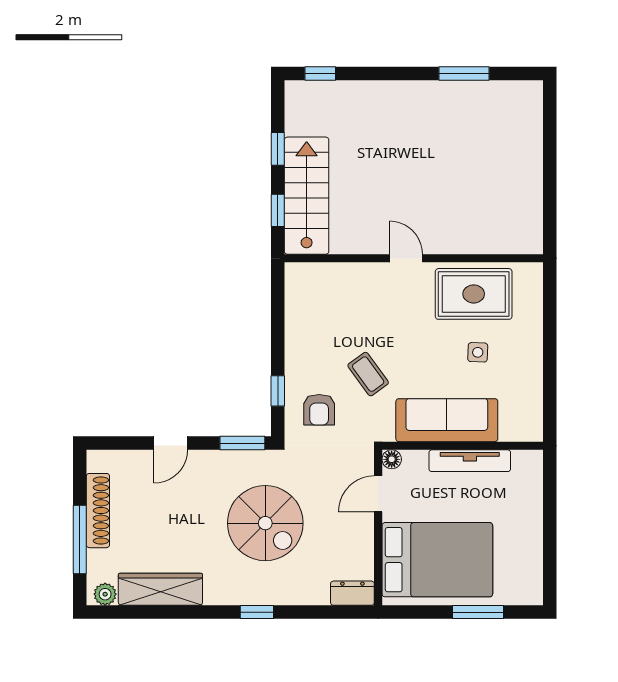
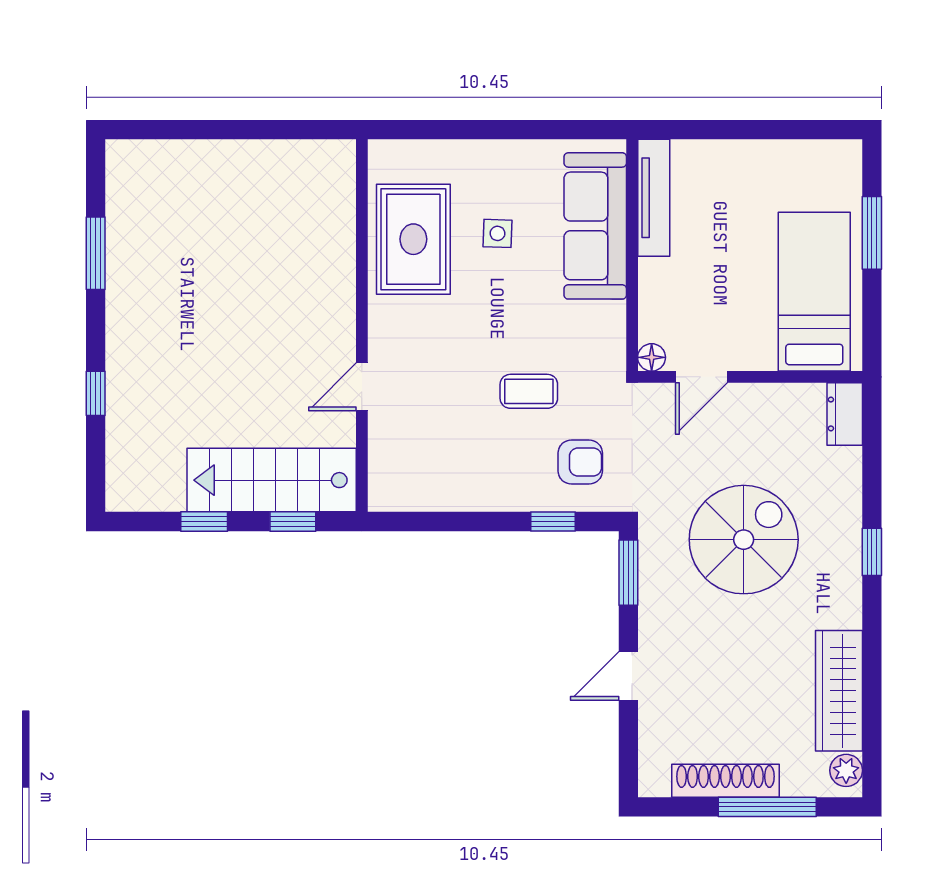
window: (320, 73) -> (96, 393), moved
door: (406, 258) -> (362, 387), moved
coffee table: (368, 374) -> (529, 391), turned 36
sofa: (447, 420) -> (595, 226), moved
door: (171, 443) -> (628, 676), swing flipped
tv unit: (470, 461) -> (654, 198), moved
door: (378, 494) -> (702, 377), hinge flipped
bed: (437, 560) -> (814, 292), width x0.67

